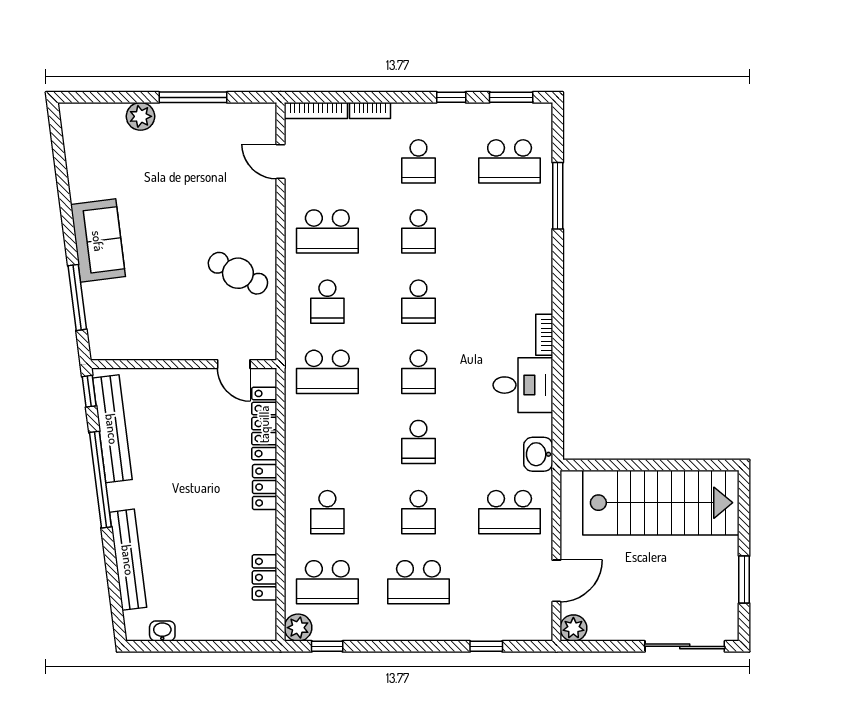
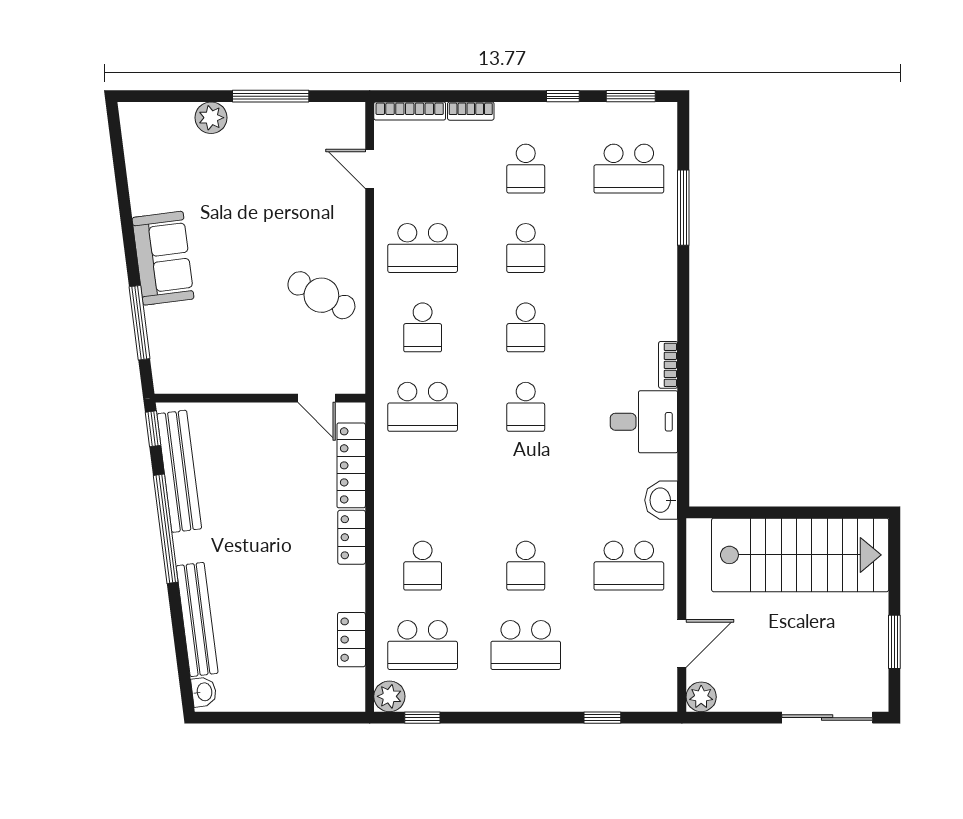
school desk: (418, 442) -> (526, 486), removed
washbasin: (162, 631) -> (204, 692), moved, turned 83

